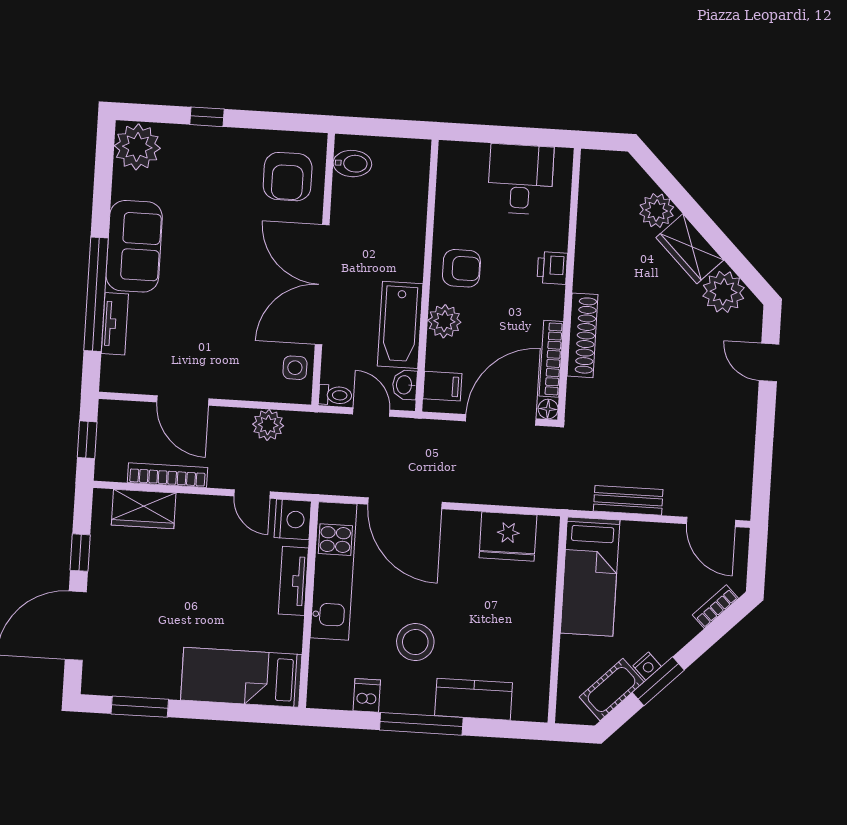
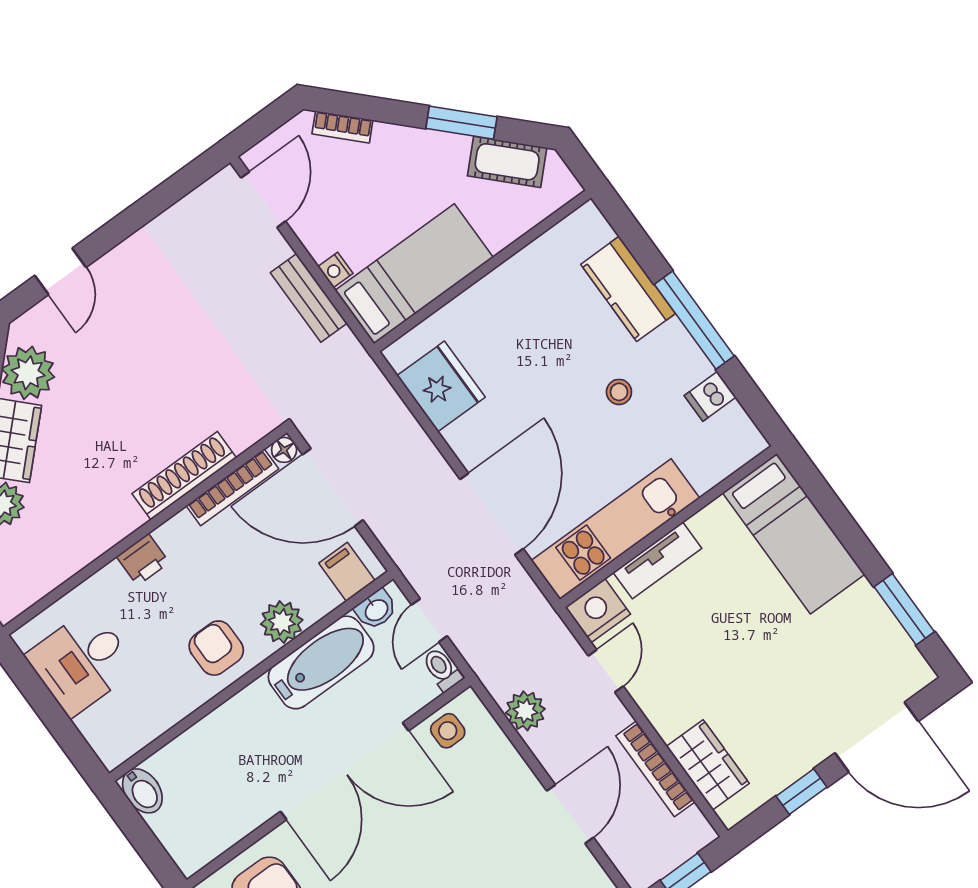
bidet: (352, 164) -> (142, 791), moved, turned 180
stool: (415, 642) -> (619, 392), width x0.53, depth x0.53
nightstand: (647, 666) -> (335, 270), moved, turned -135

